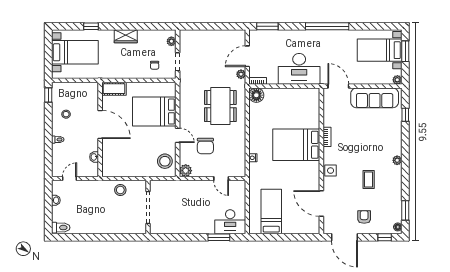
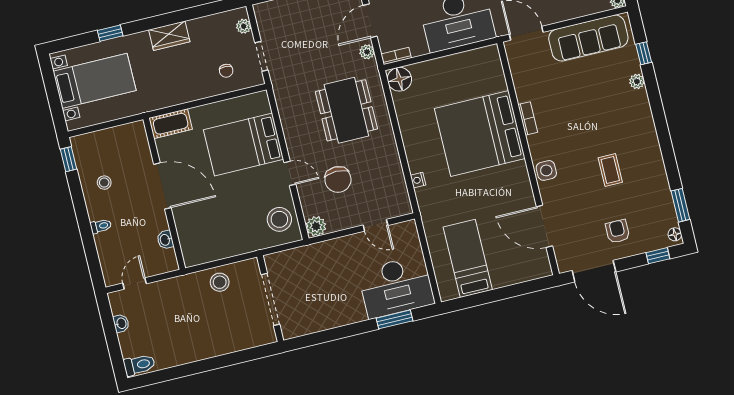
bed: (296, 145) -> (480, 134), width x1.36
plant: (397, 160) -> (637, 81), moved
desk: (230, 222) -> (396, 287), width x1.36, depth x1.30

